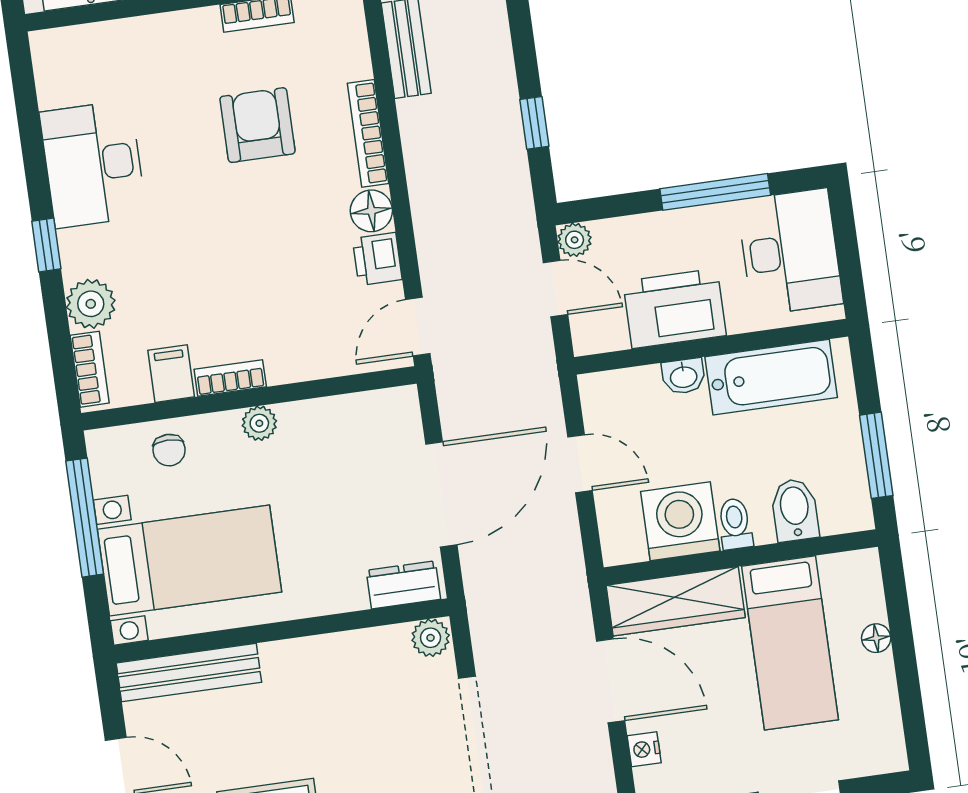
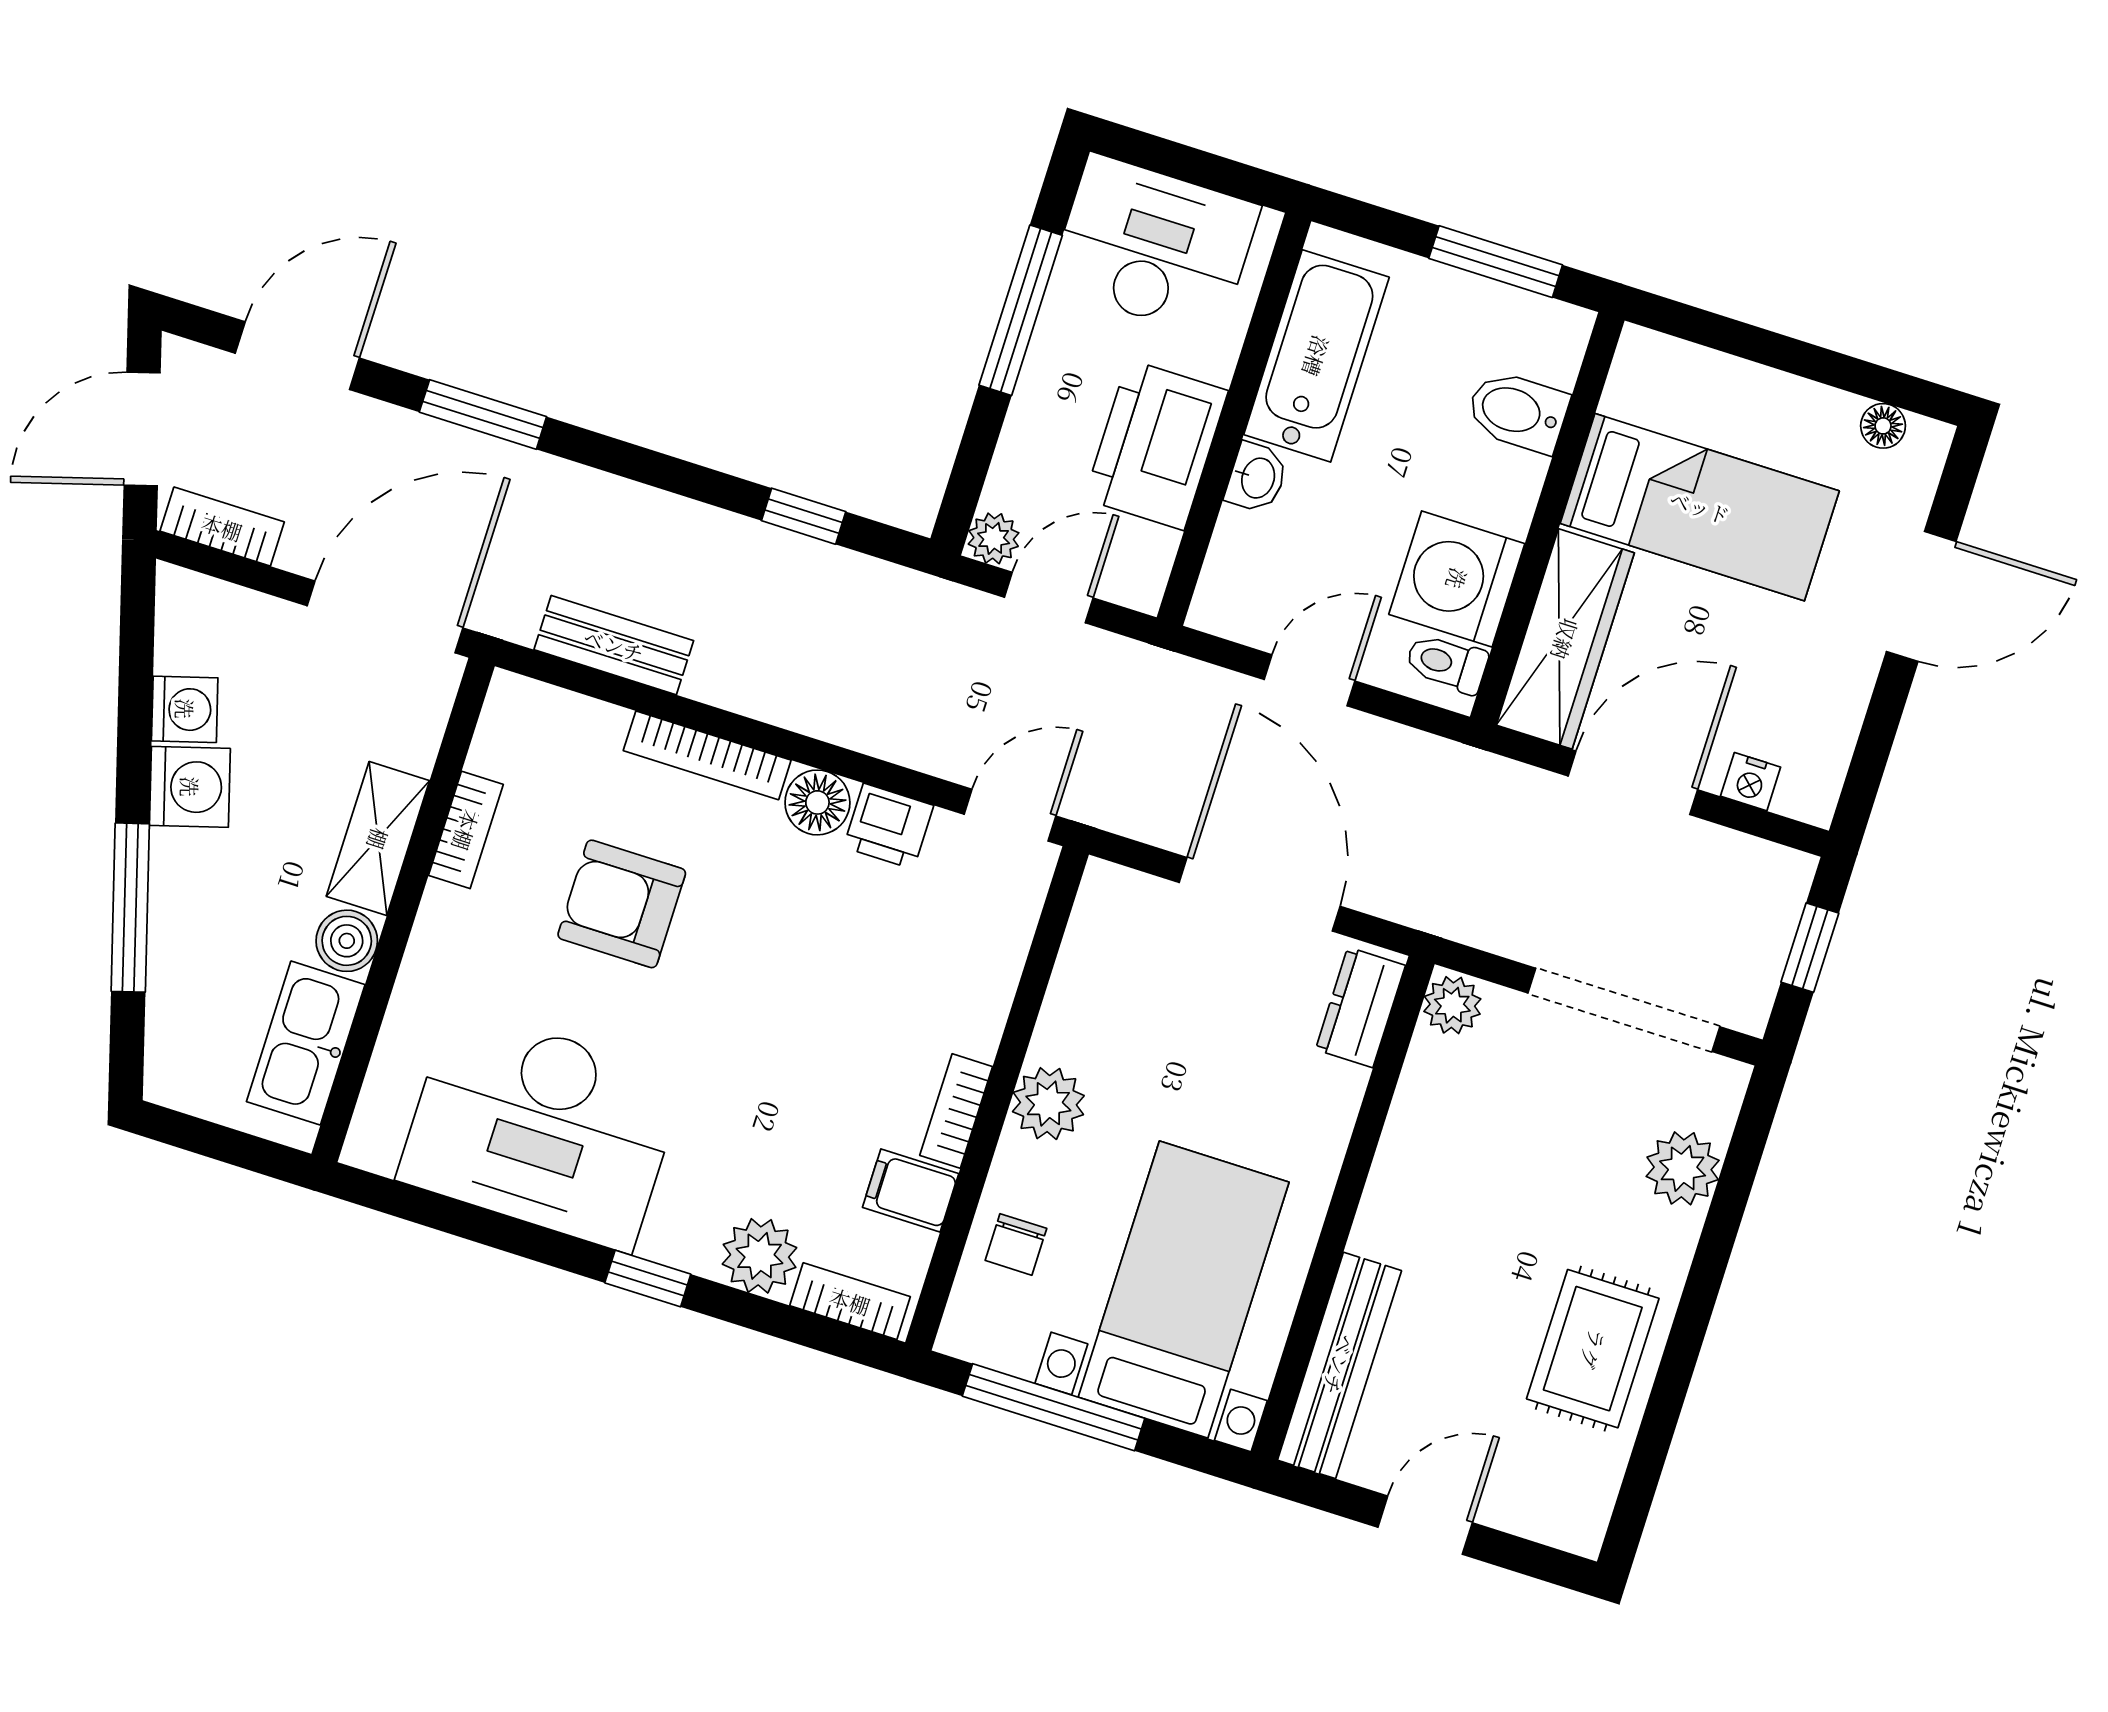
desk: (93, 164) -> (541, 1129), width x1.36, depth x1.30
door: (418, 327) -> (1010, 815), swing flipped
plant: (259, 423) -> (1048, 1104), width x1.38, depth x1.38
chair: (169, 450) -> (1016, 1244), turned 90
toilet: (735, 524) -> (1447, 663), moved
floor lamp: (876, 638) -> (1883, 426), moved

